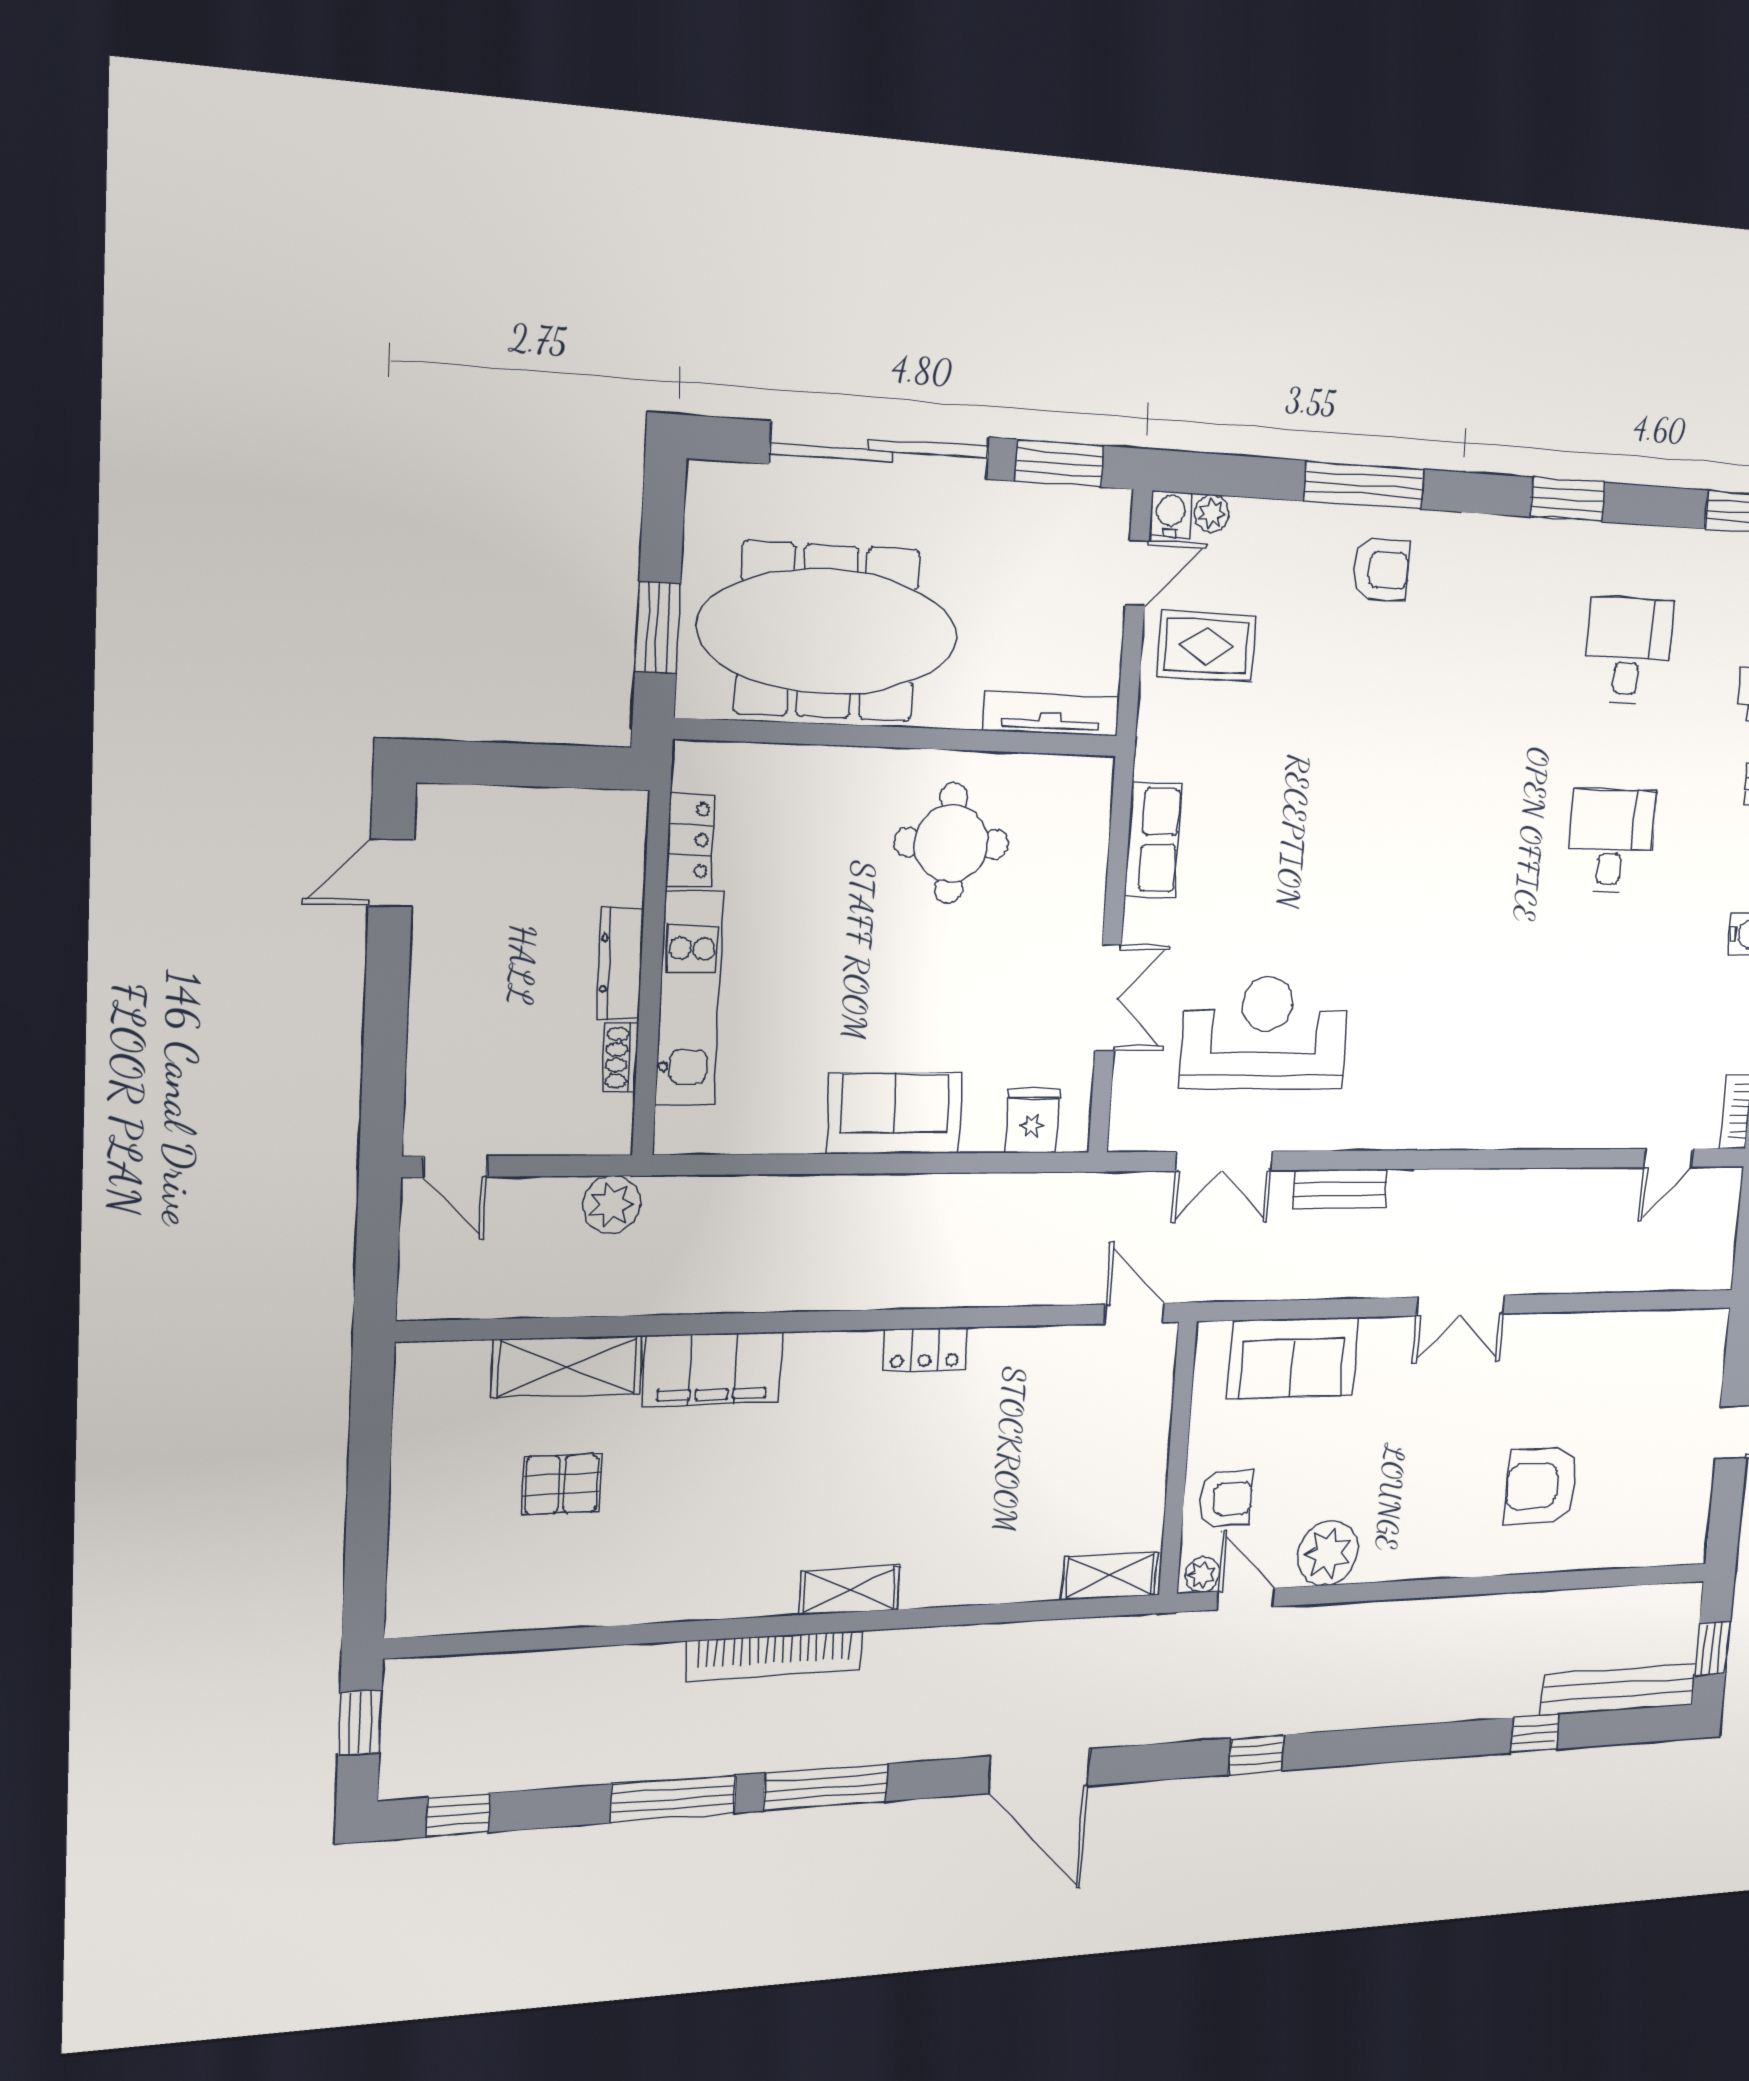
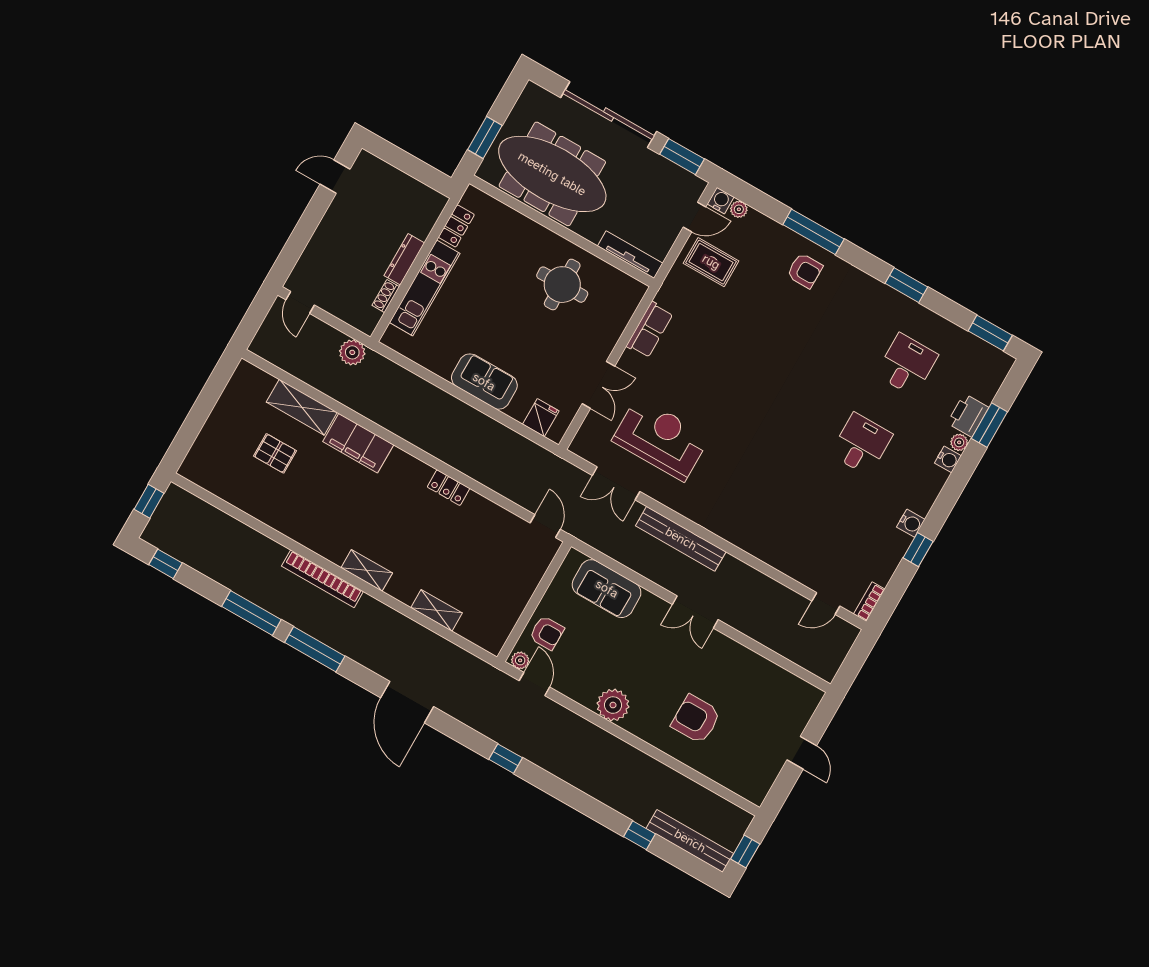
bench: (1340, 1189) -> (681, 539), width x1.86, depth x1.21
plant: (1328, 1553) -> (613, 705), moved
shelving: (1110, 1576) -> (437, 610), moved

